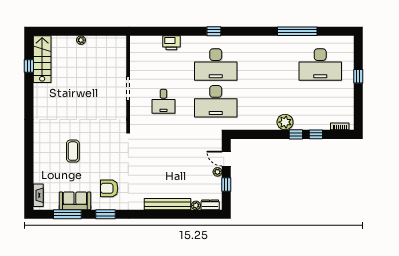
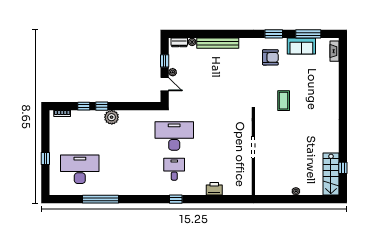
desk: (216, 64) -> (174, 169), width x0.53, depth x0.77
desk: (163, 101) -> (221, 136), removed
coffee table: (73, 151) -> (284, 101), moved

